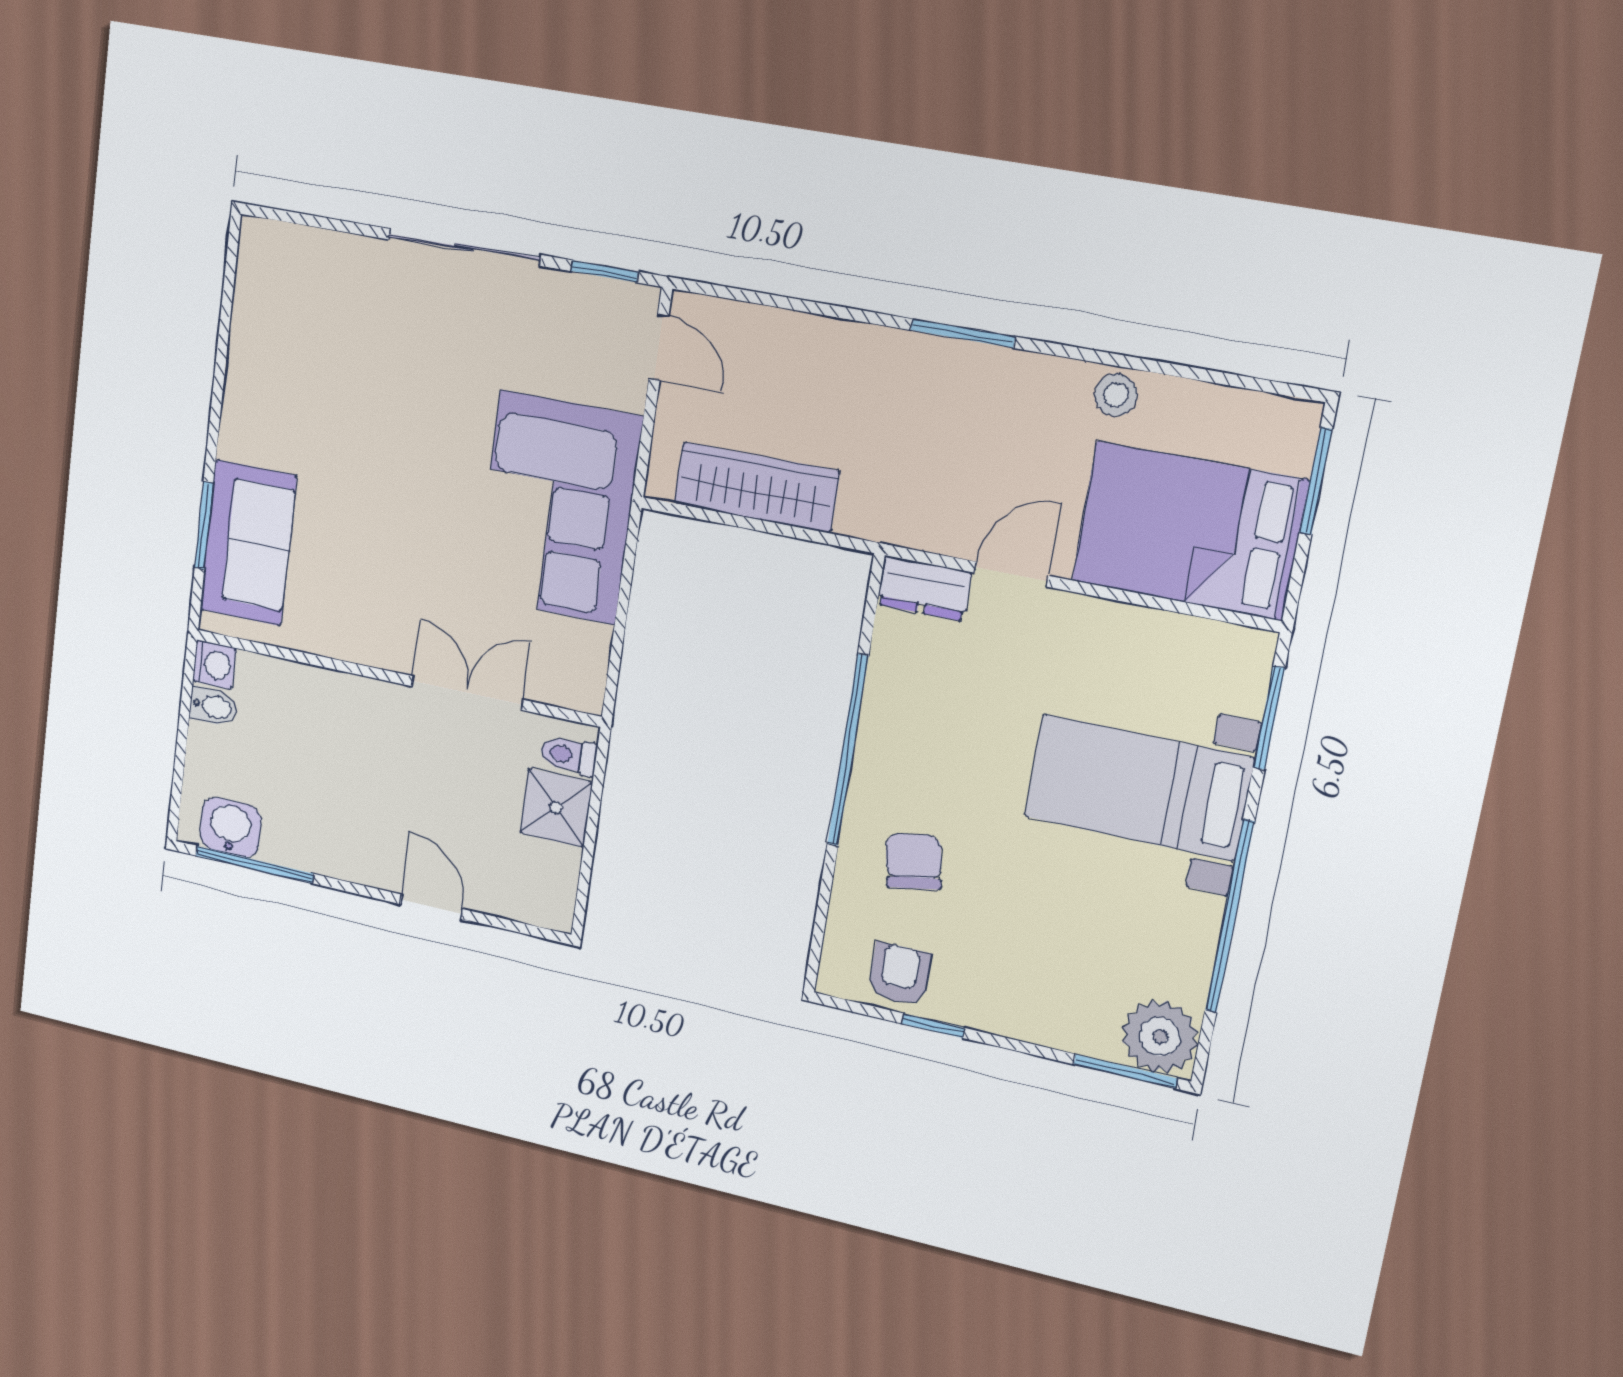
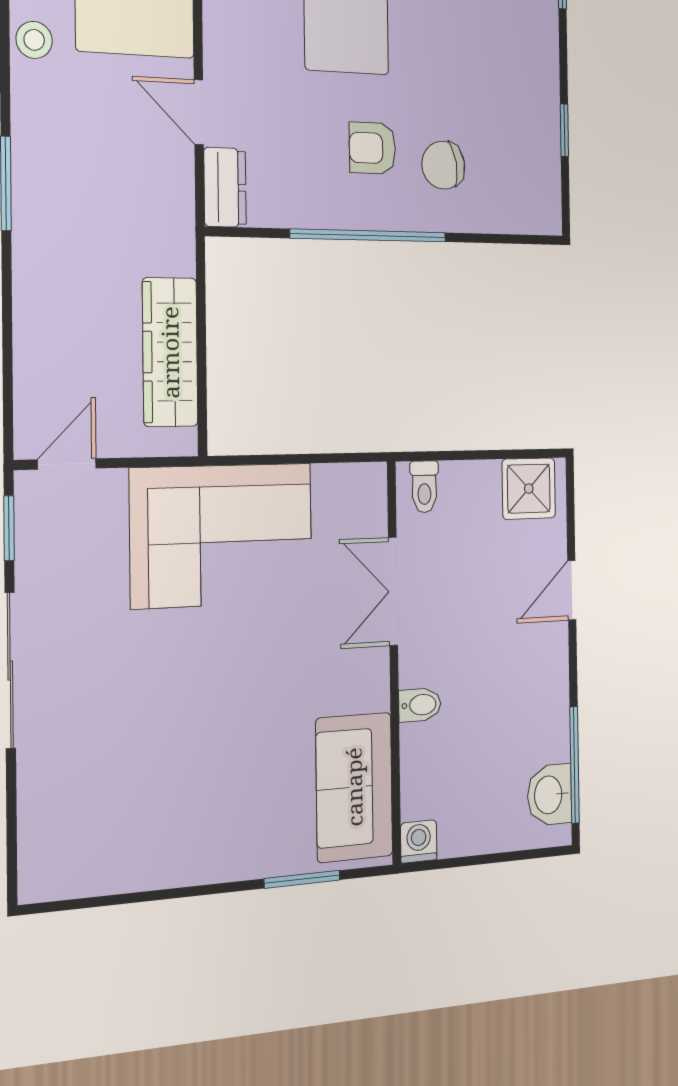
sofa: (248, 543) -> (354, 787), moved, turned -90
bidet: (213, 707) -> (420, 705), moved, turned 90
shower: (556, 808) -> (529, 489), moved
armchair: (900, 974) -> (372, 148), moved

